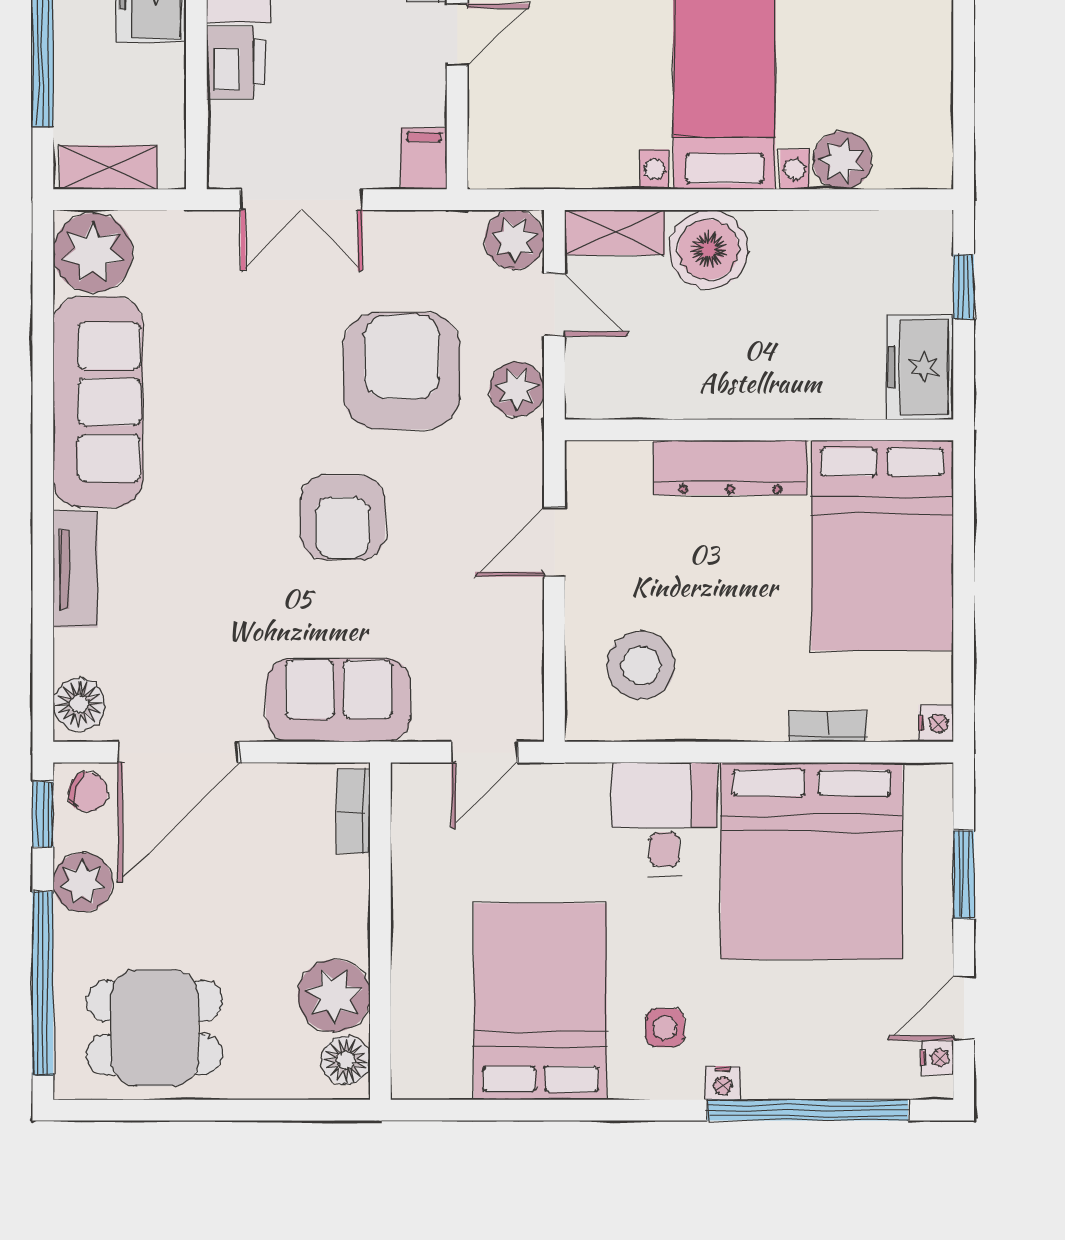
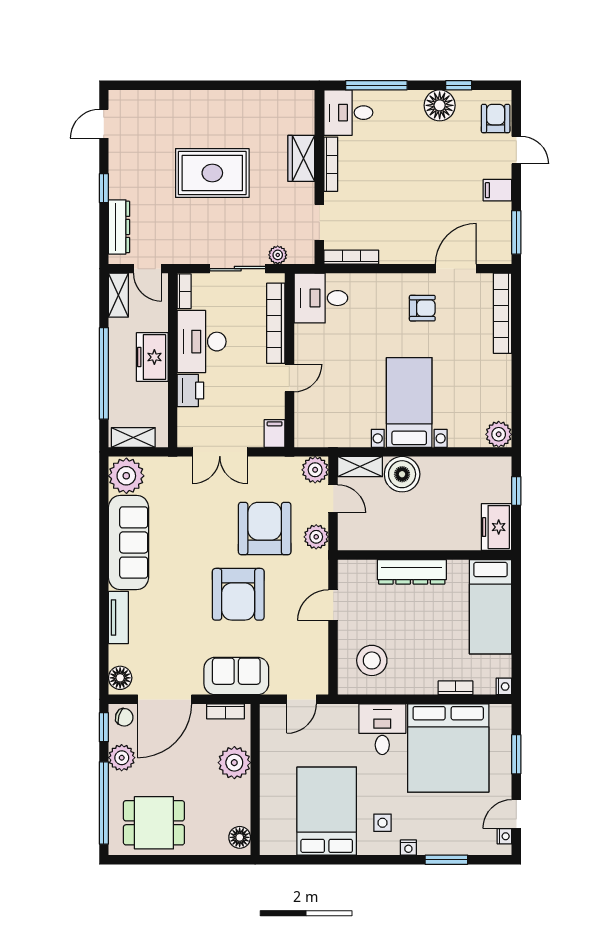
plant: (842, 160) -> (499, 434), moved
armchair: (343, 518) -> (238, 594), width x1.36, depth x1.36
bed: (882, 545) -> (491, 607), width x0.67
bookcase: (353, 811) -> (225, 711), moved, turned -90
plant: (334, 996) -> (234, 763), moved
window: (808, 1110) -> (446, 860), width x0.47

